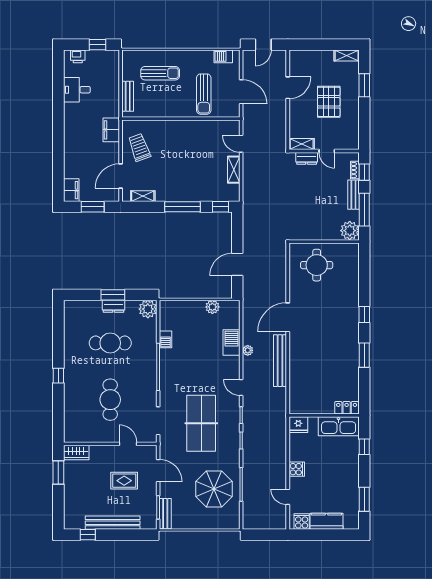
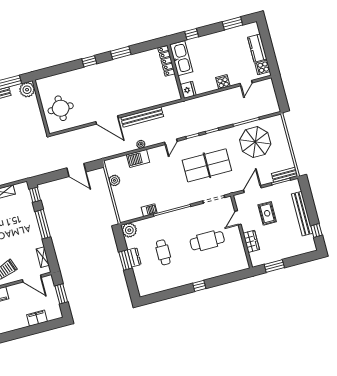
filing cabinet: (71, 190) -> (37, 318), moved
cafe table: (110, 343) -> (163, 252), width x0.73, depth x0.74
locker: (347, 408) -> (166, 61), width x1.53
wardrobe: (76, 453) -> (251, 241), moved

